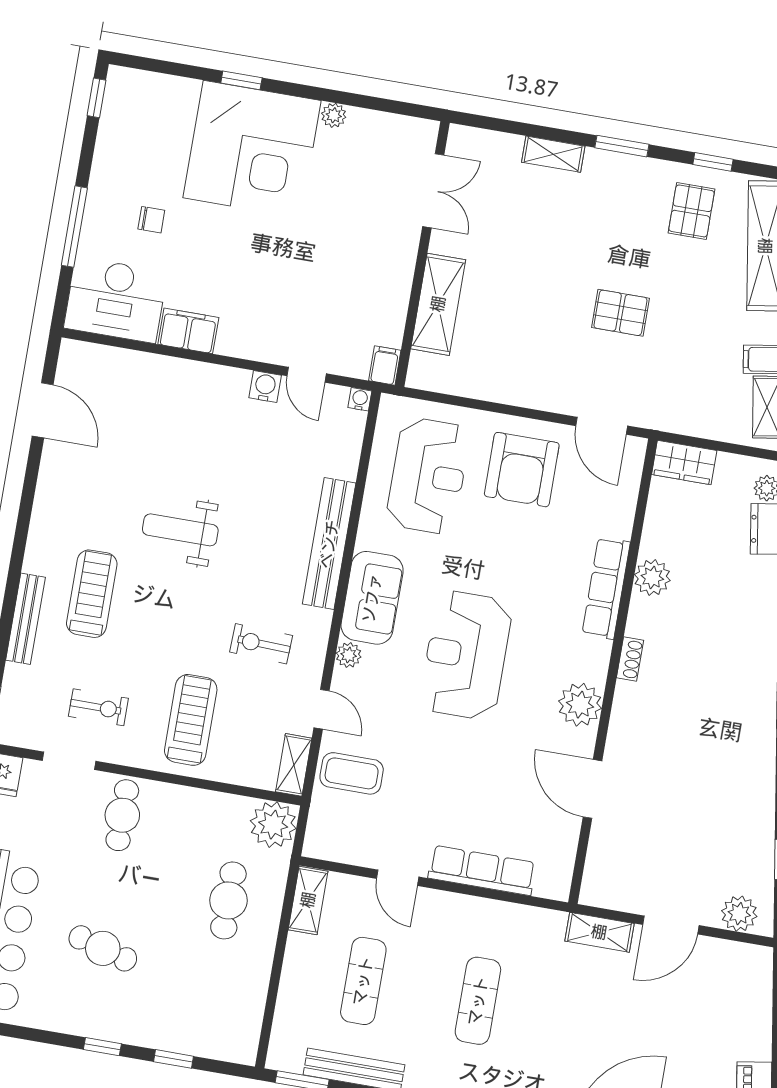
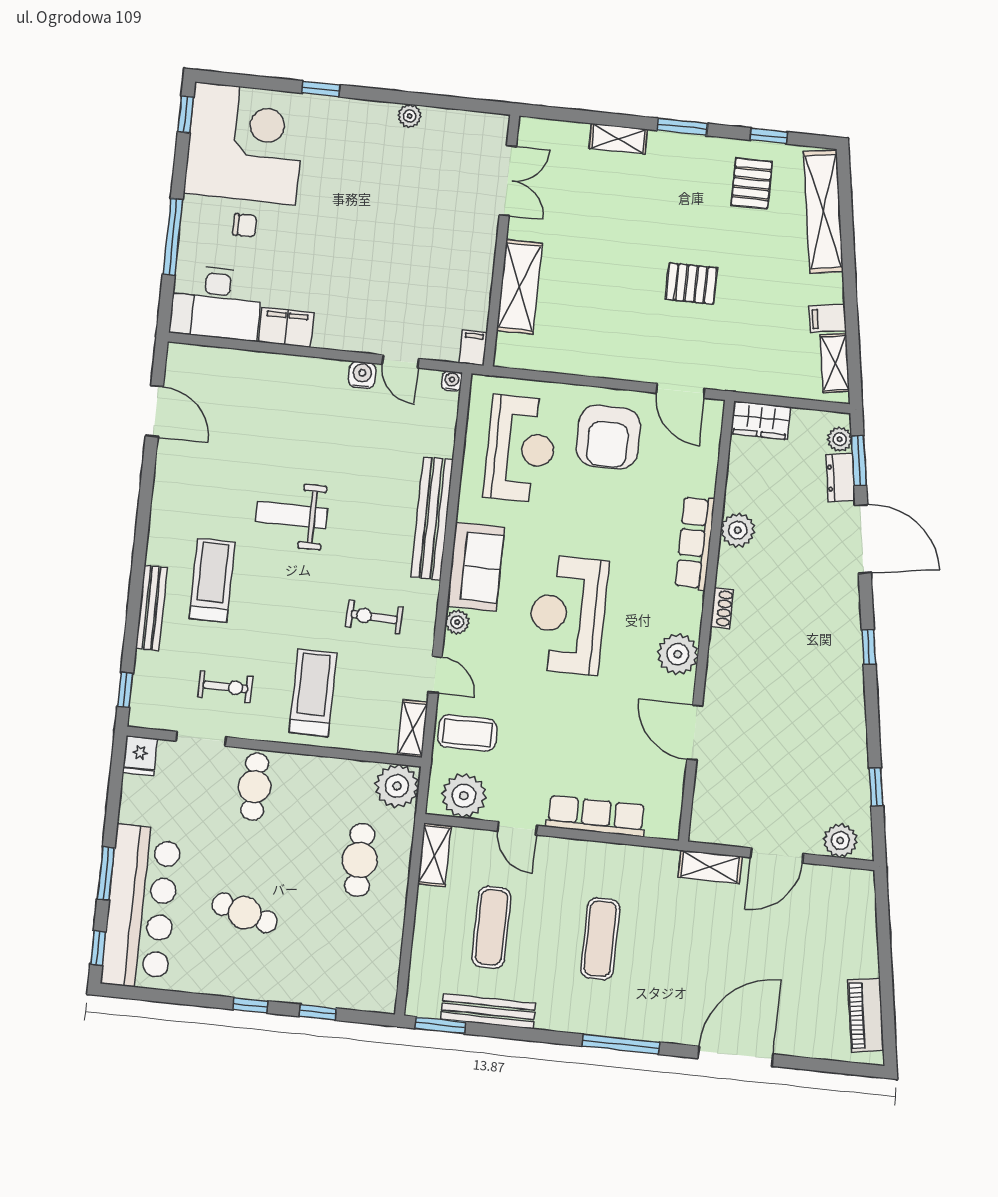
corner desk: (252, 149) -> (245, 143), moved, turned -90
plant: (343, 840) -> (464, 796), added

